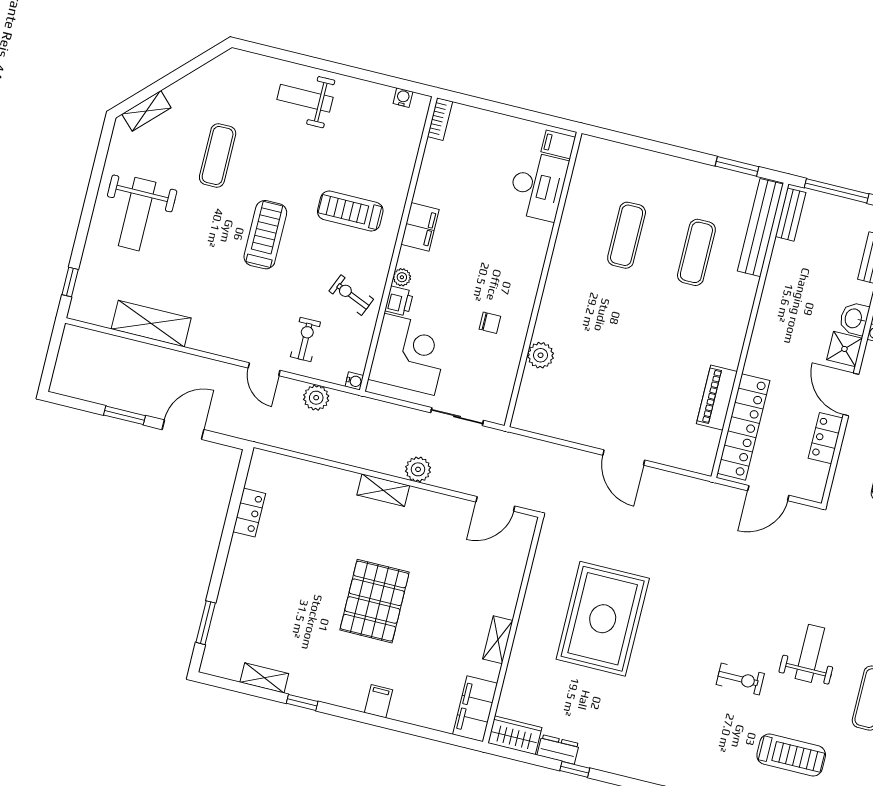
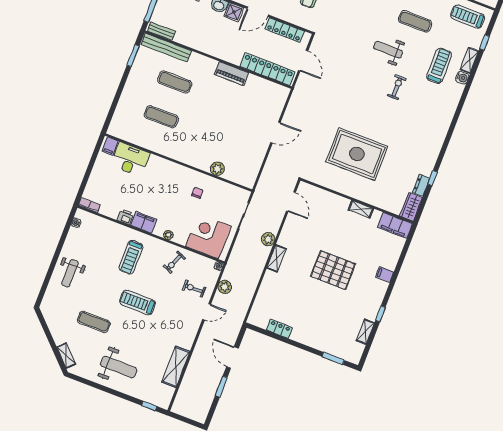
printer: (399, 301) -> (125, 217), moved
piano: (717, 398) -> (231, 74), moved
locker: (825, 438) -> (285, 30), width x1.53

